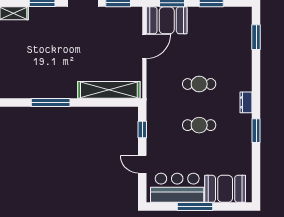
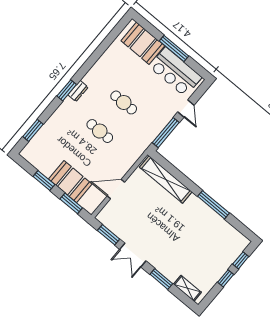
booth: (167, 20) -> (70, 182), moved
window: (142, 130) -> (166, 133), width x2.17
window: (256, 131) -> (67, 90), moved

